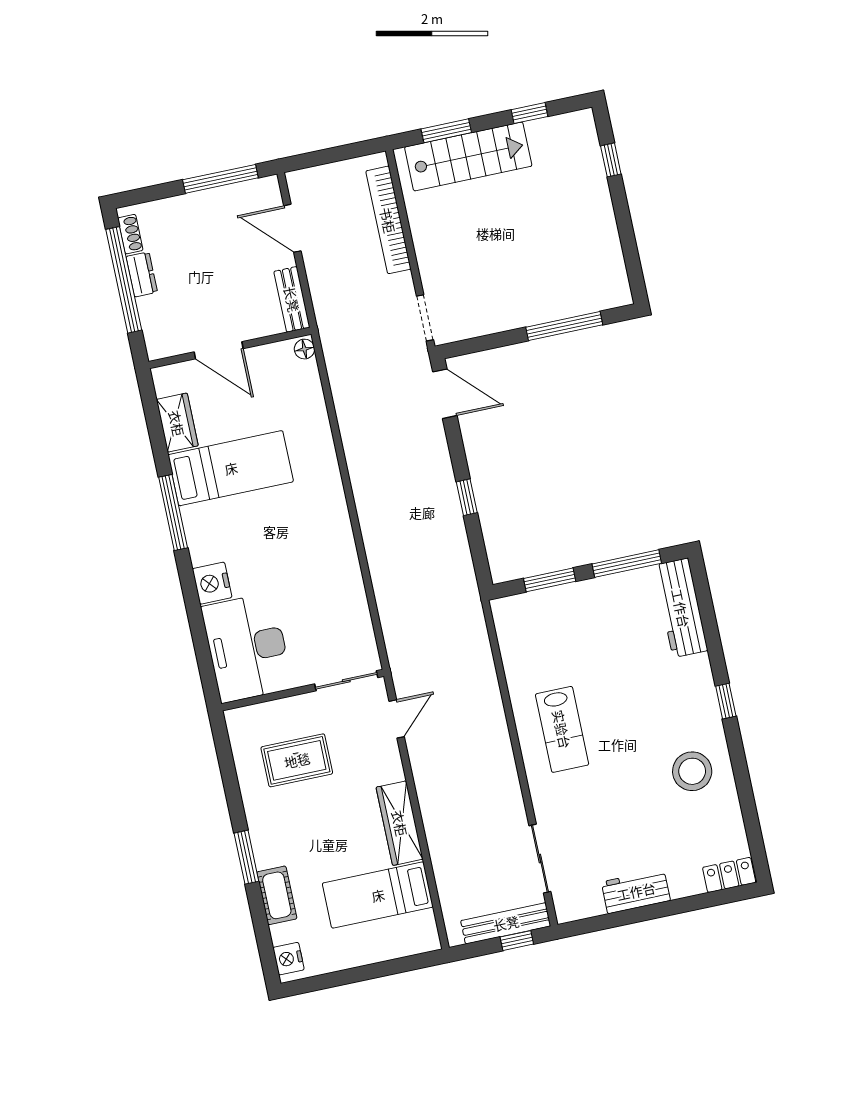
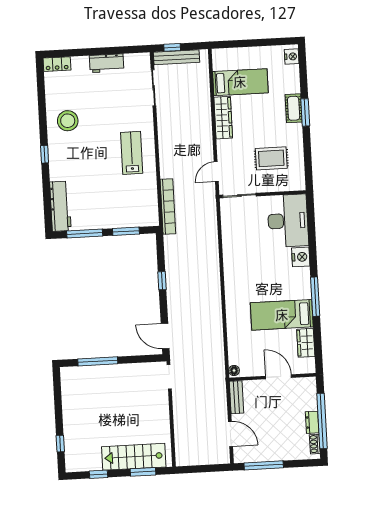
bookcase: (388, 220) -> (168, 206), moved
cot: (277, 895) -> (294, 108), moved

